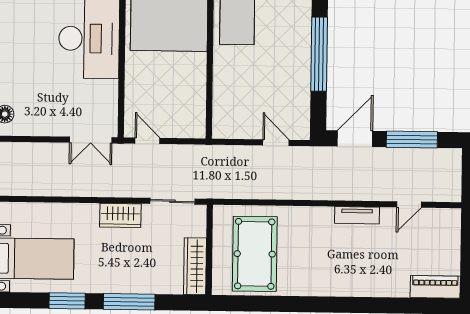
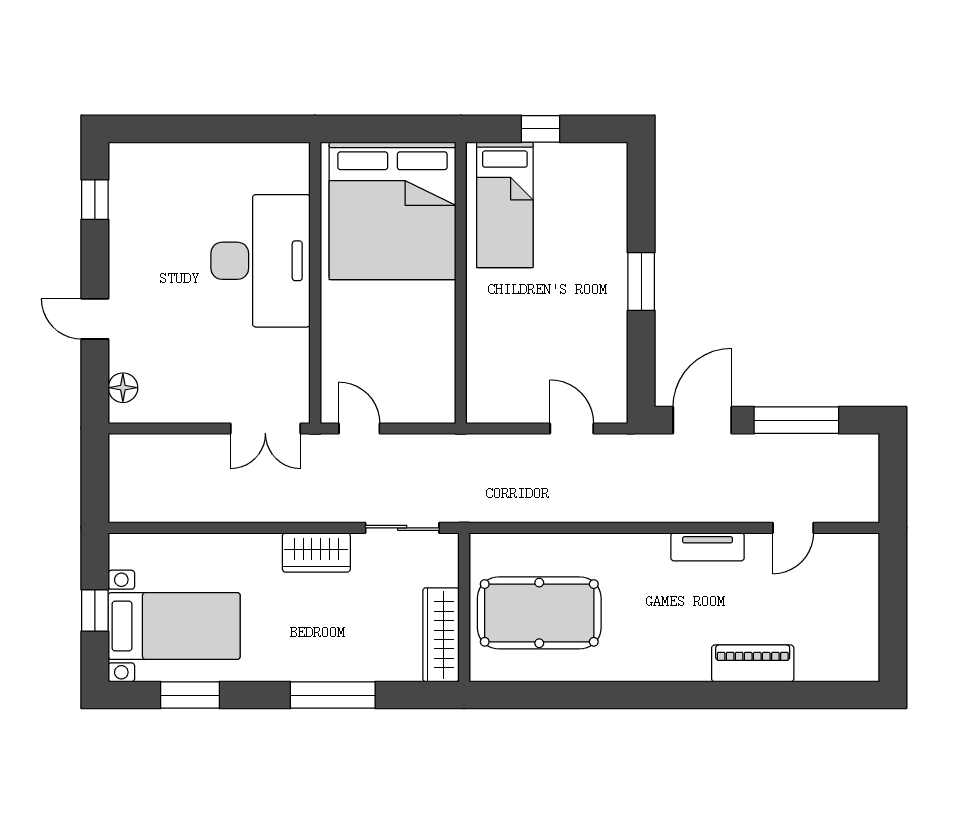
window: (319, 54) -> (641, 281), width x0.47
pool table: (255, 254) -> (539, 613), turned 90
piano: (435, 287) -> (753, 663), moved
window: (67, 301) -> (190, 695), moved

